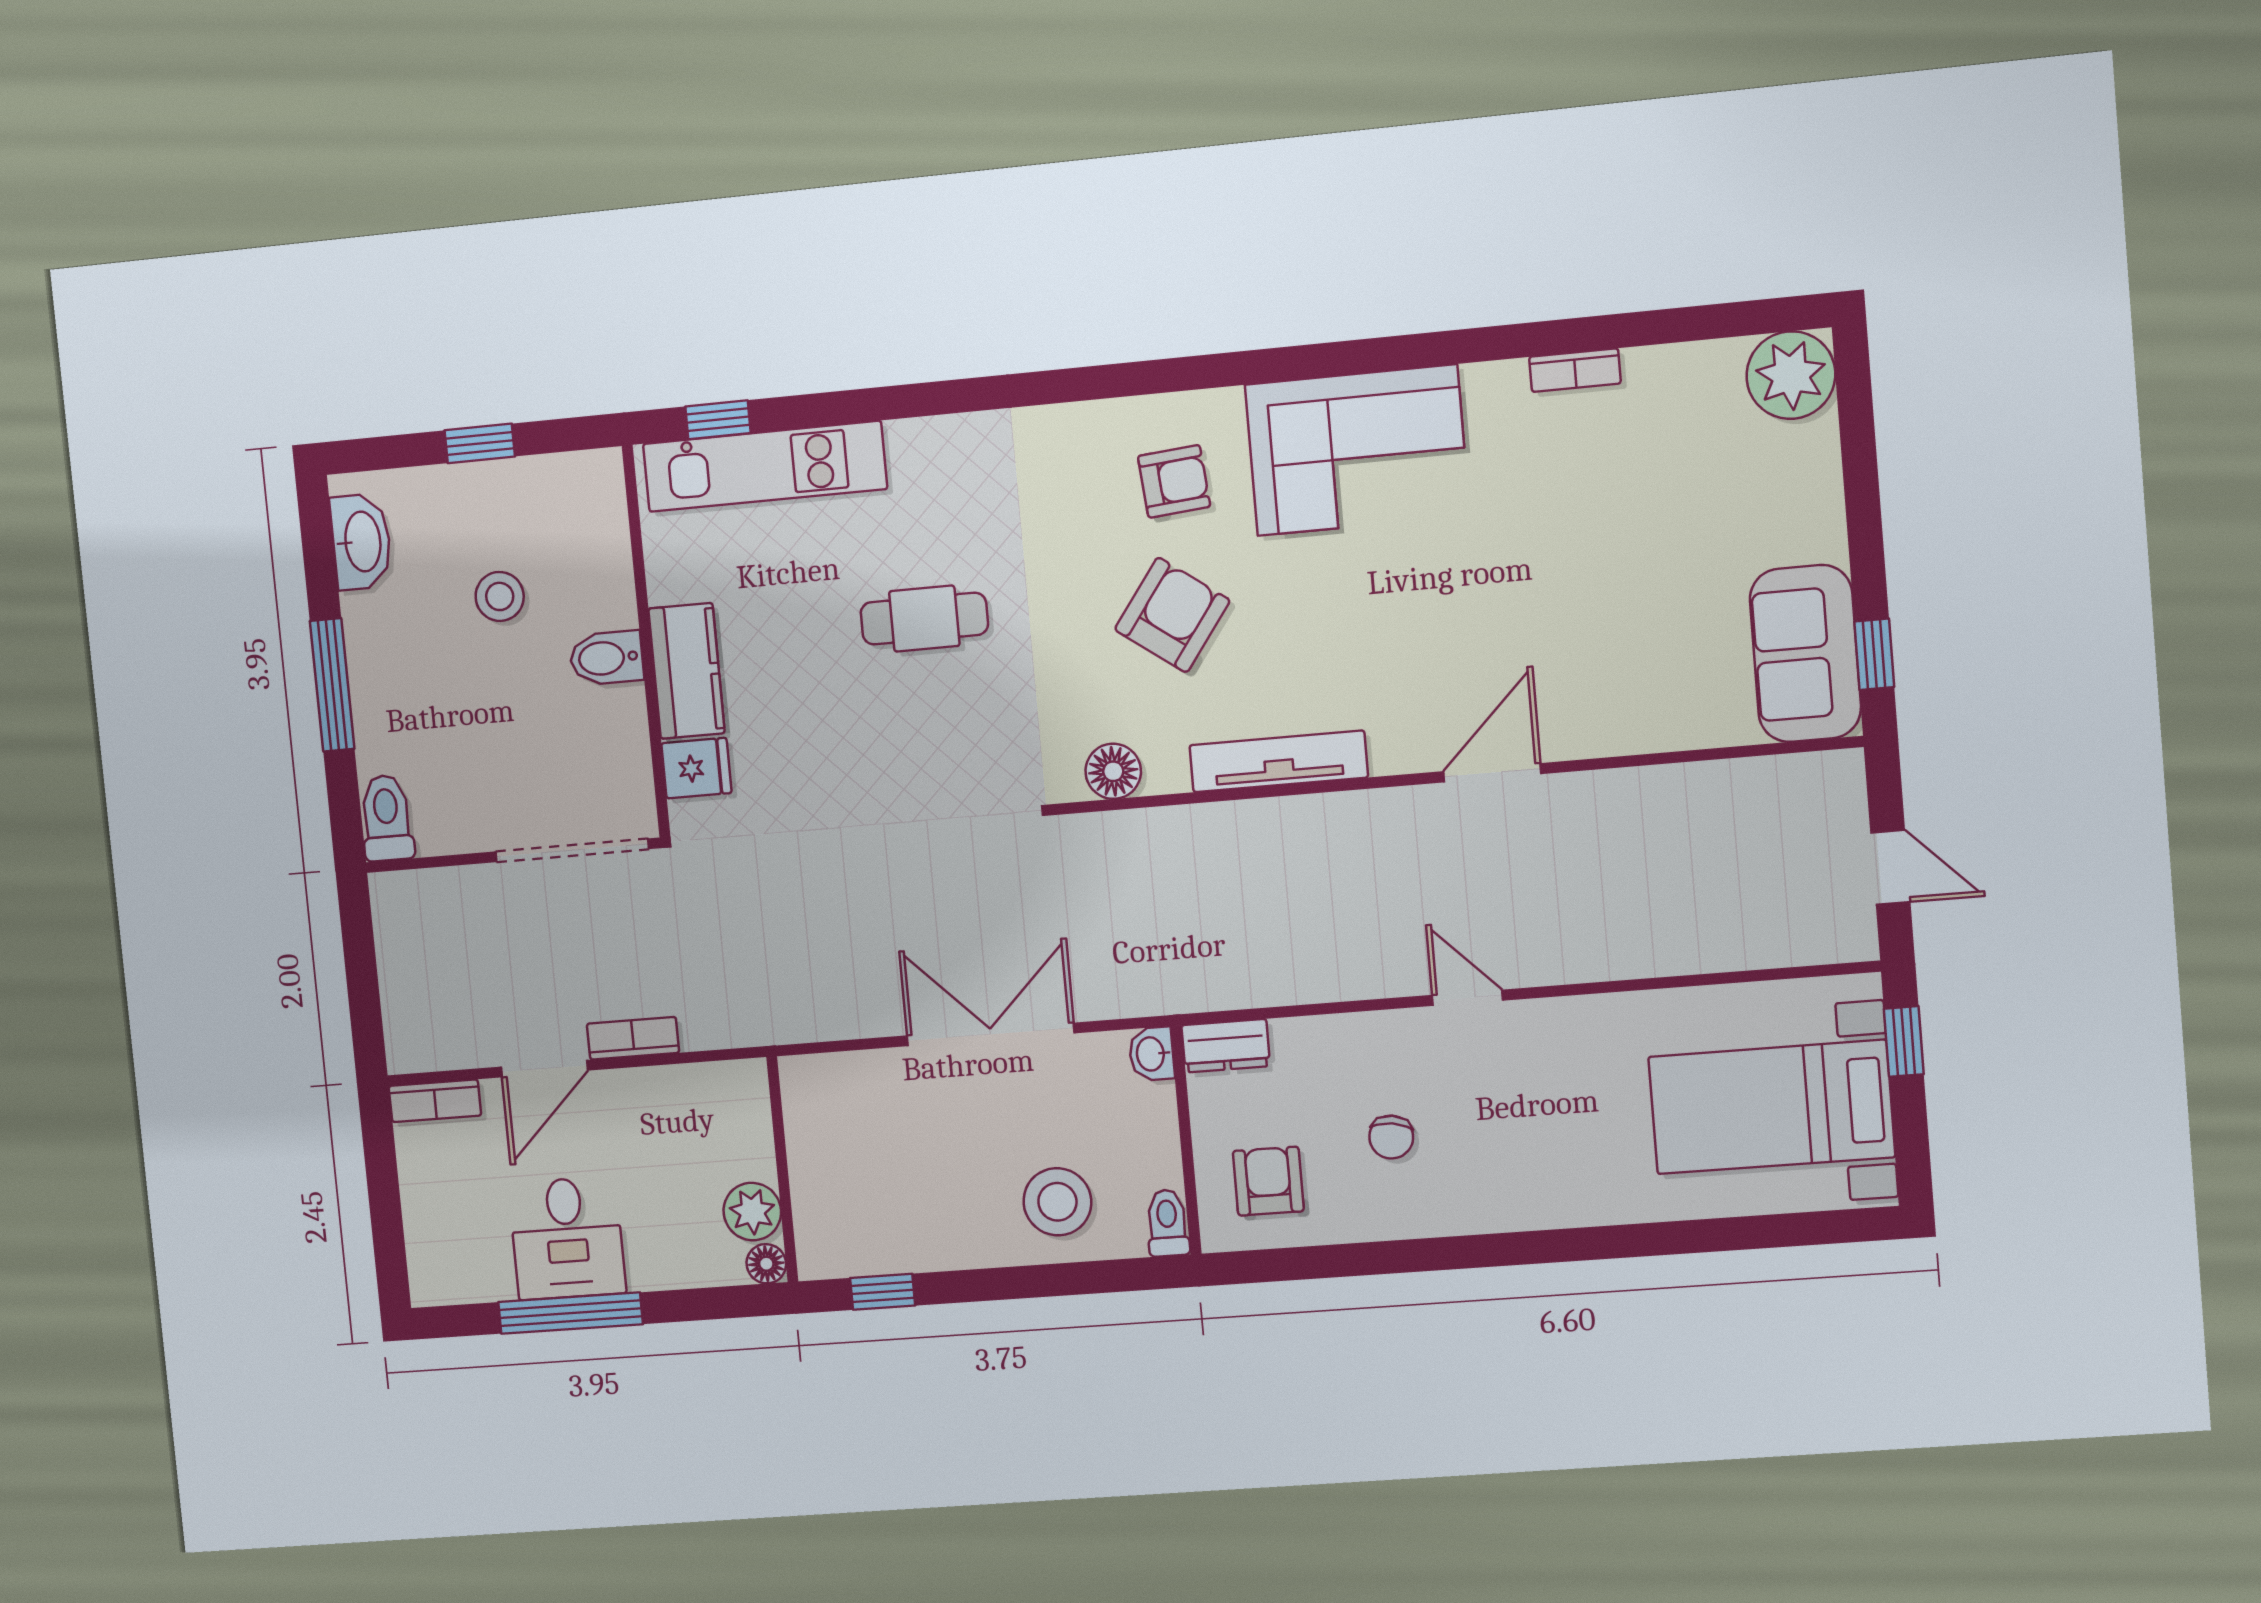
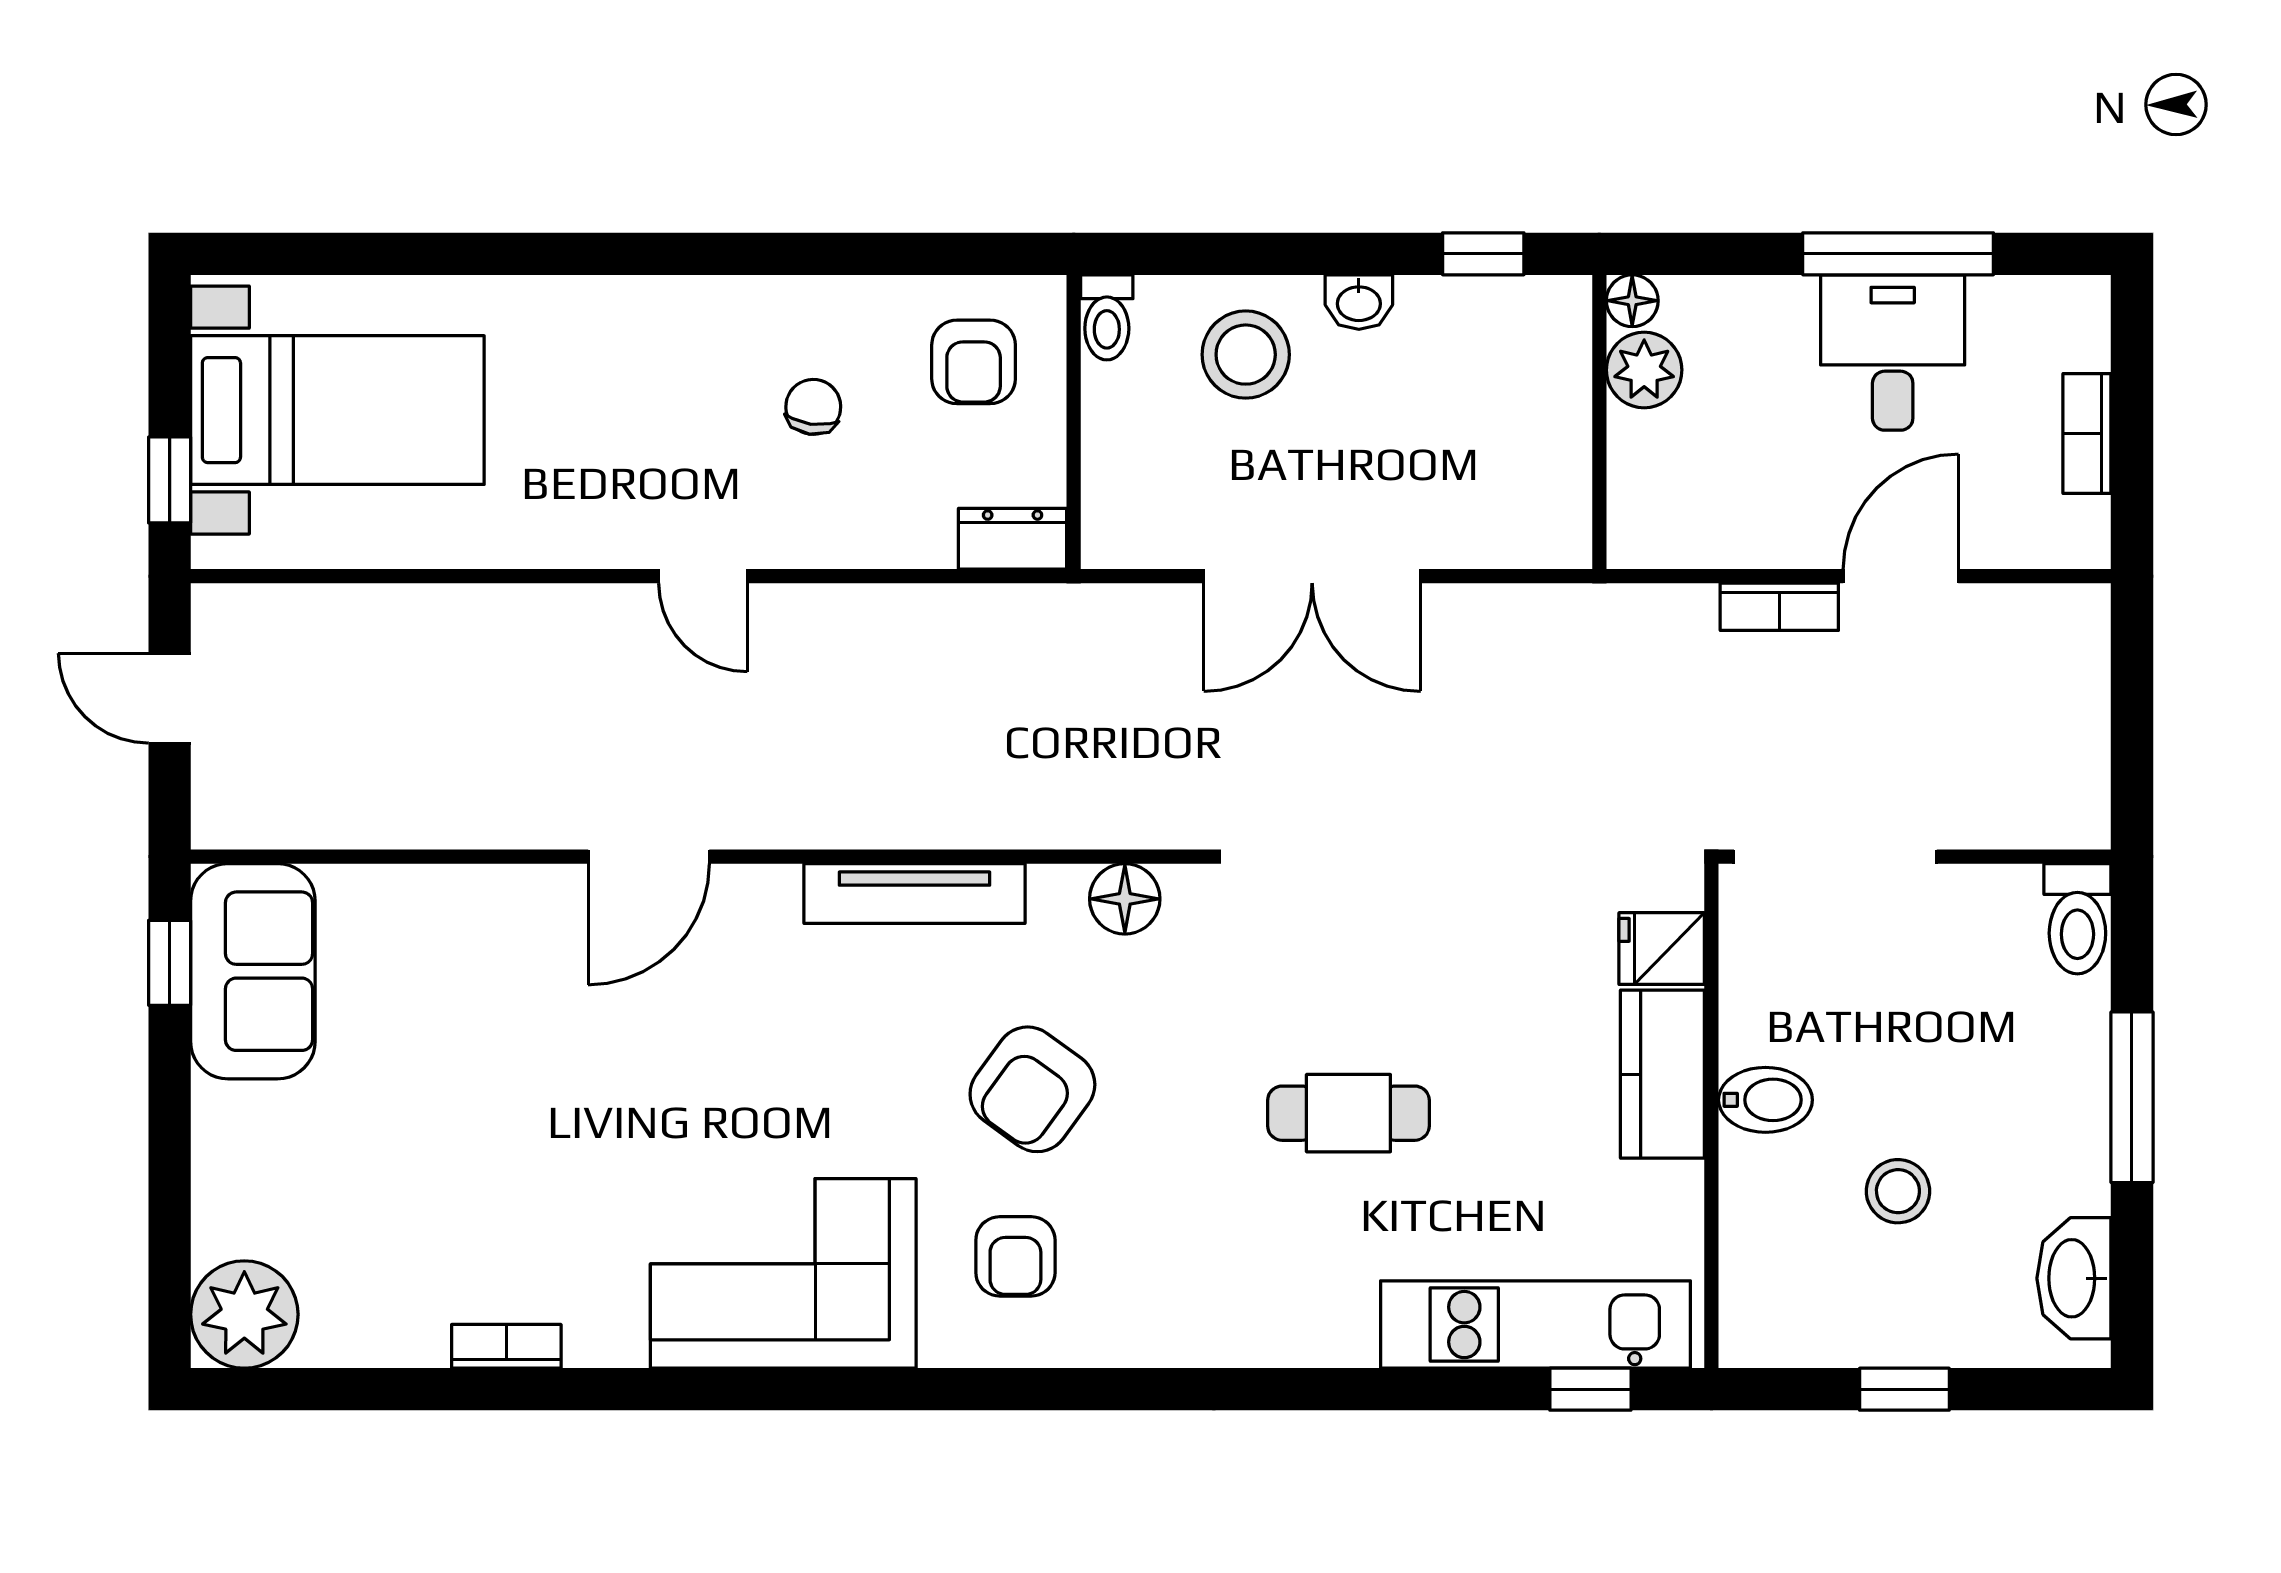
armchair: (1174, 481) -> (1015, 1256), turned -85
washbasin: (1152, 1054) -> (1359, 302), moved, turned 90
bookcase: (435, 1101) -> (2087, 434), moved, turned -90

